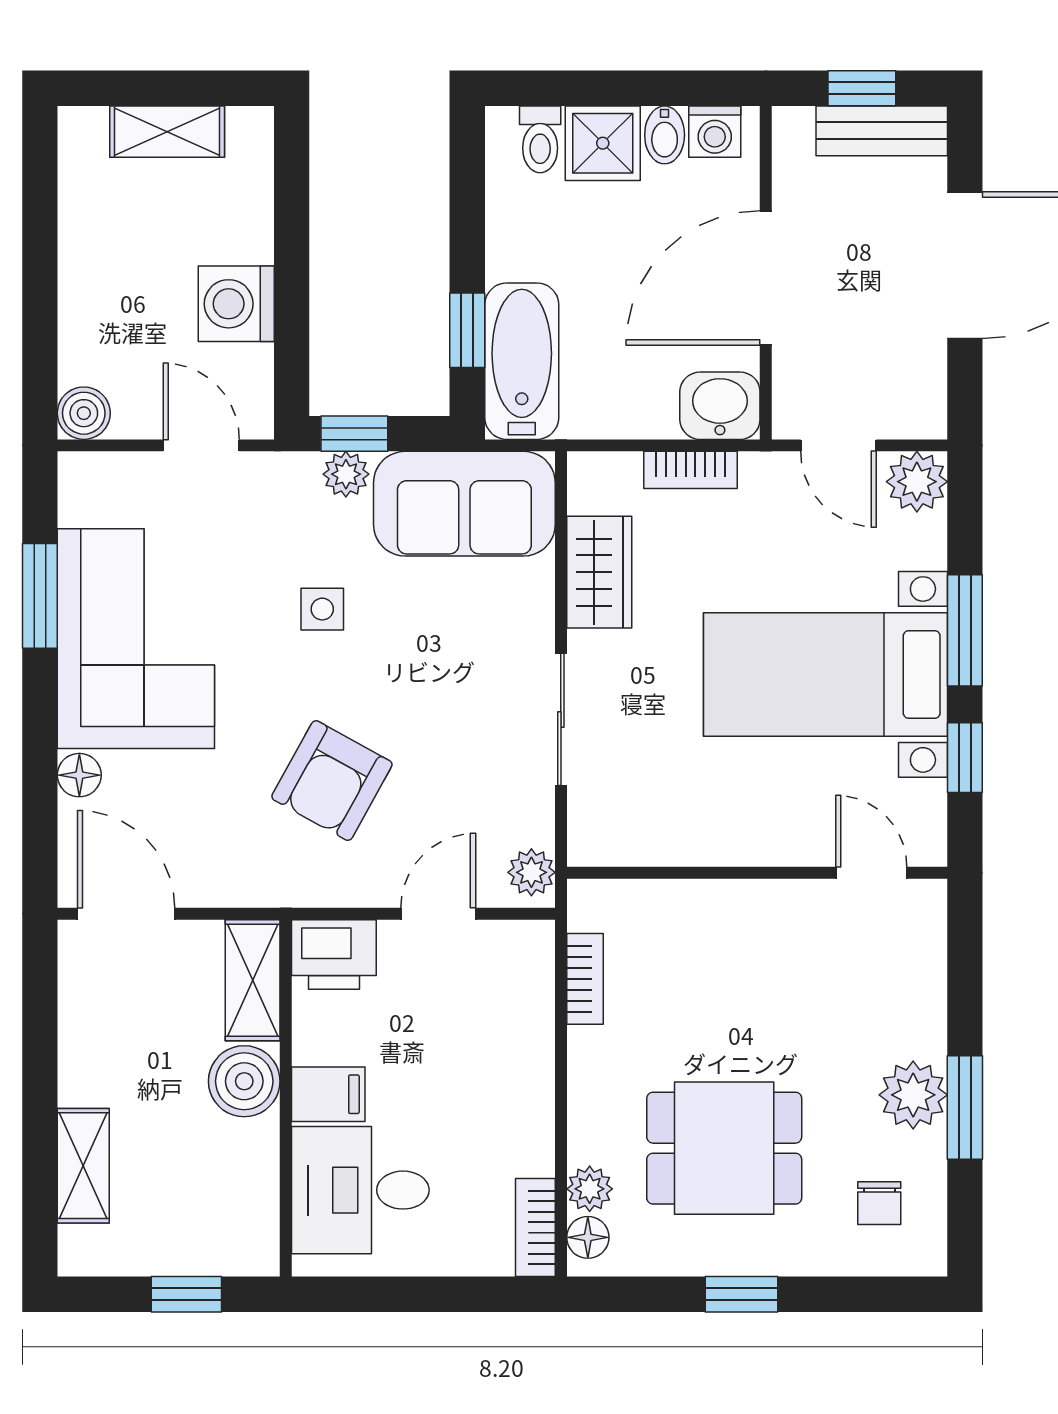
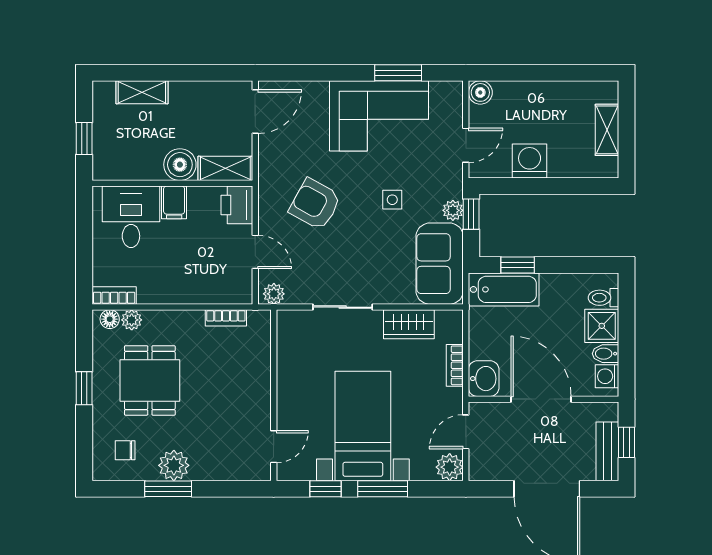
floor lamp: (79, 775) -> (318, 90), removed

